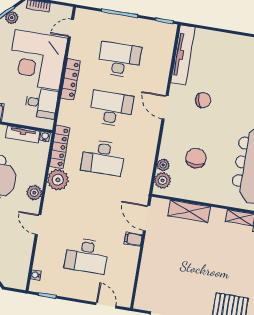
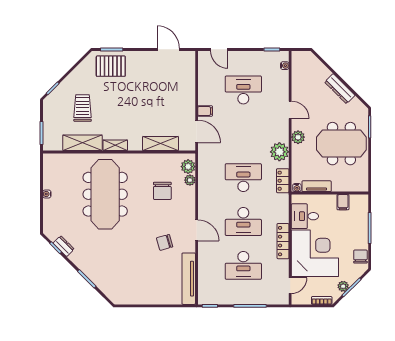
locker: (60, 147) -> (283, 181), width x0.66

